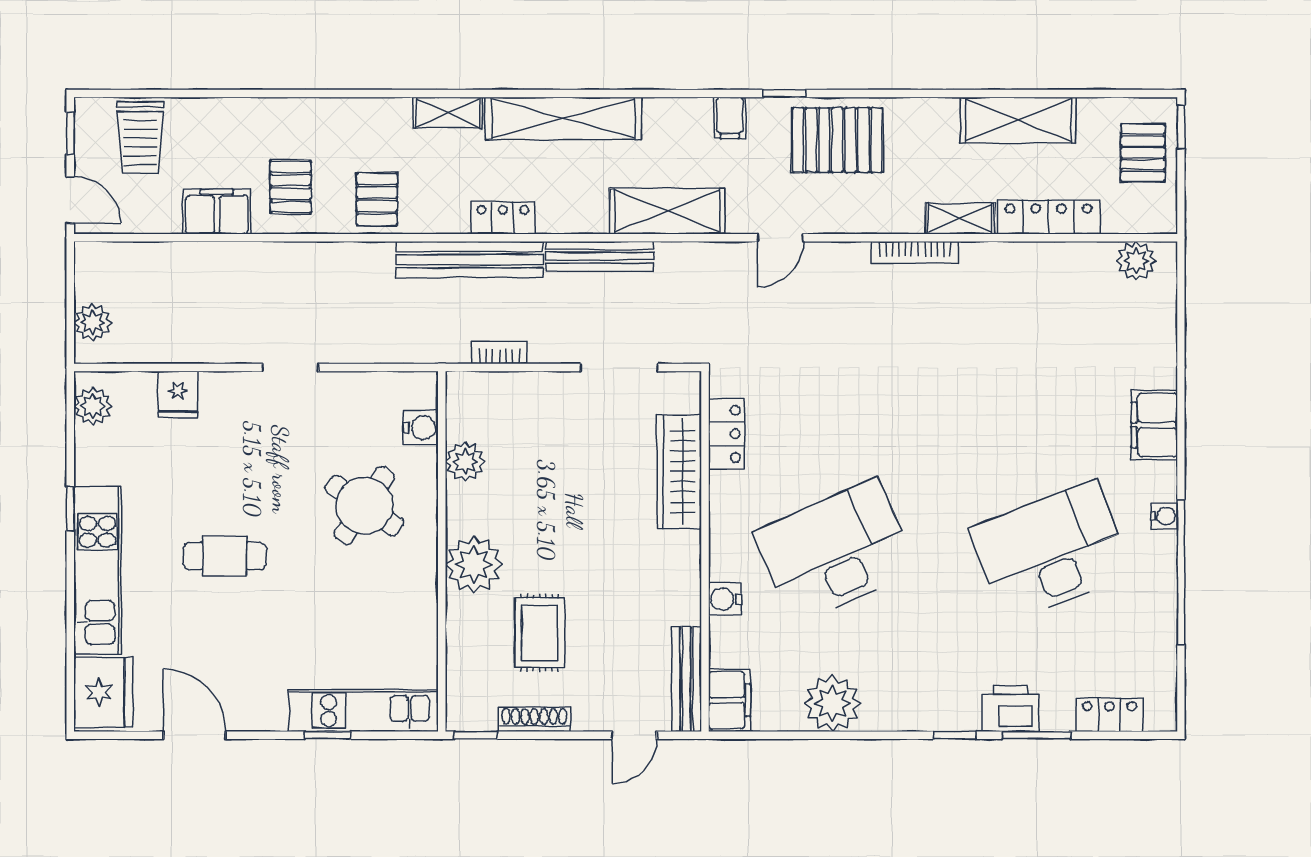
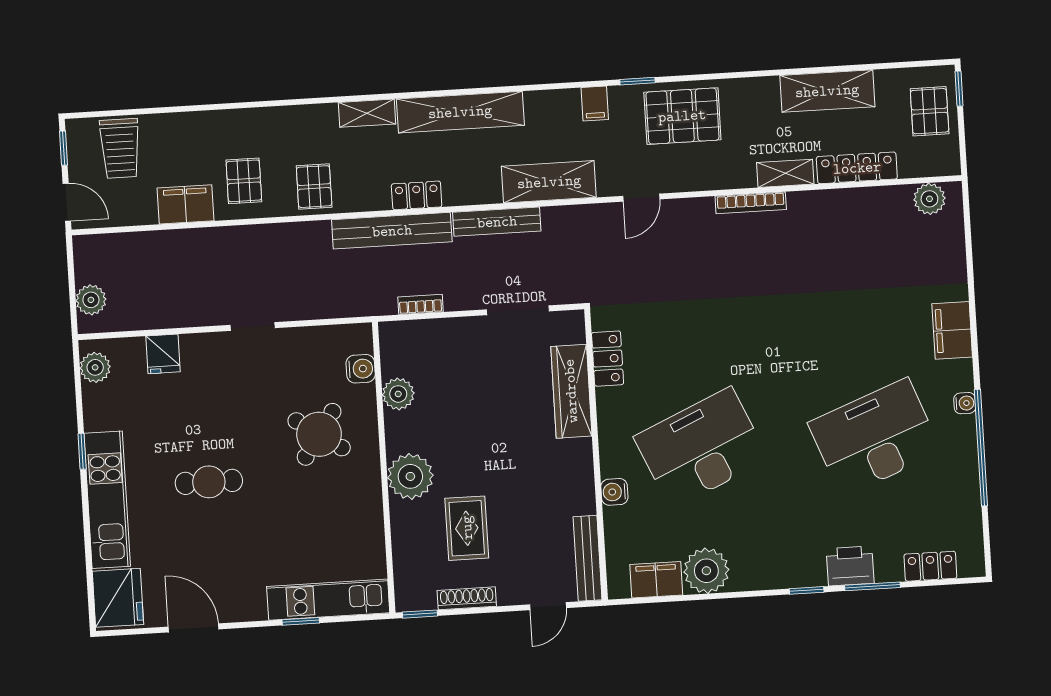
filing cabinet: (729, 700) -> (656, 580), moved, turned -90

